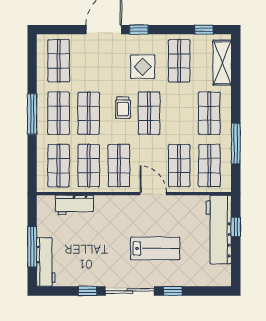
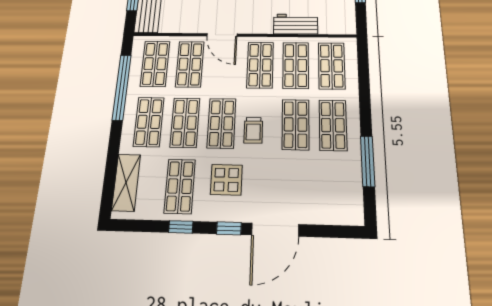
window: (204, 30) -> (181, 227), moved
shop shelf: (59, 61) -> (185, 123), moved
trolley: (123, 108) -> (253, 130), turned 180
window: (32, 114) -> (368, 161), moved
window: (236, 144) -> (122, 87), width x1.46
workbench: (74, 205) -> (296, 24), moved

